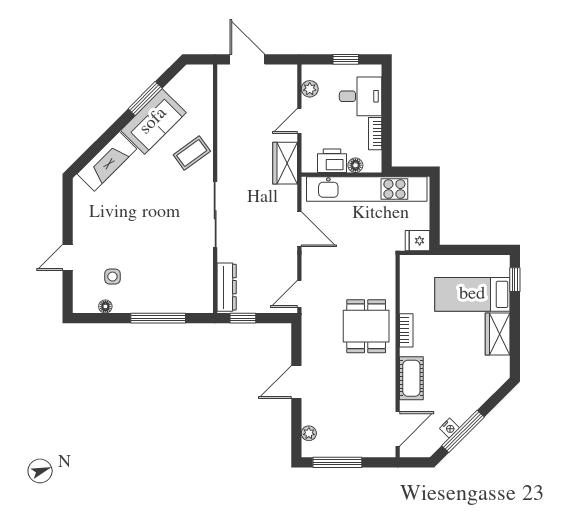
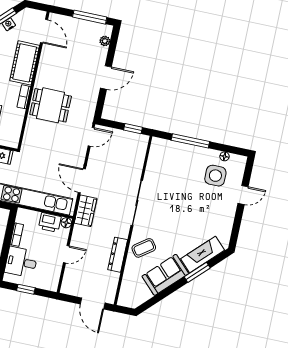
plant: (310, 89) -> (55, 274), removed
window: (145, 99) -> (197, 272), moved
wardrobe: (285, 163) -> (86, 211), moved
floor lamp: (355, 165) -> (66, 223), moved
side table: (112, 277) -> (215, 176), width x1.87, depth x1.87
dresser: (227, 287) -> (118, 255), moved
dining table: (366, 326) -> (51, 105), turned 90
cot: (411, 378) -> (25, 63), width x1.37, depth x1.34
door: (398, 429) -> (44, 31), swing flipped

